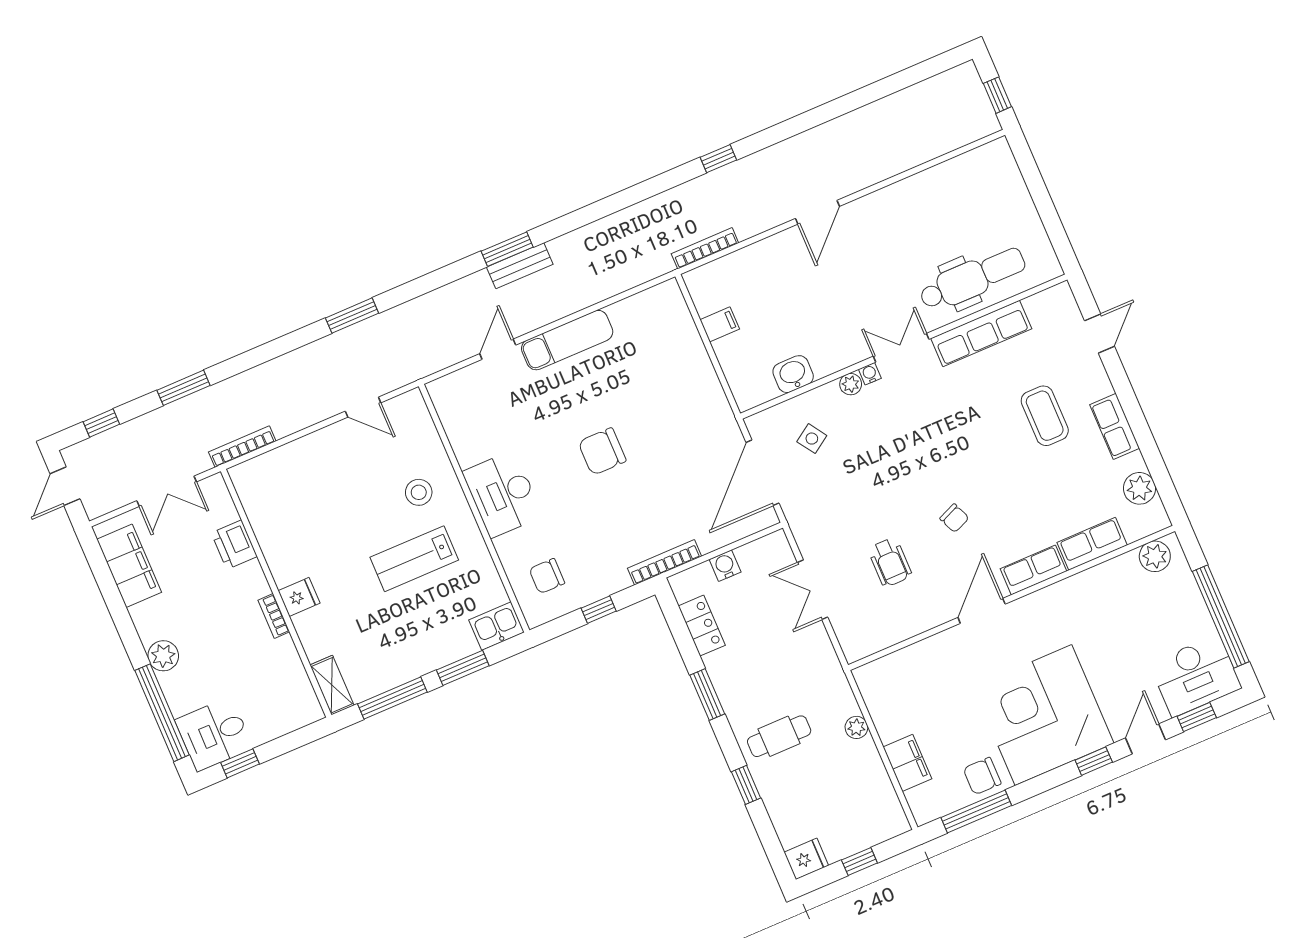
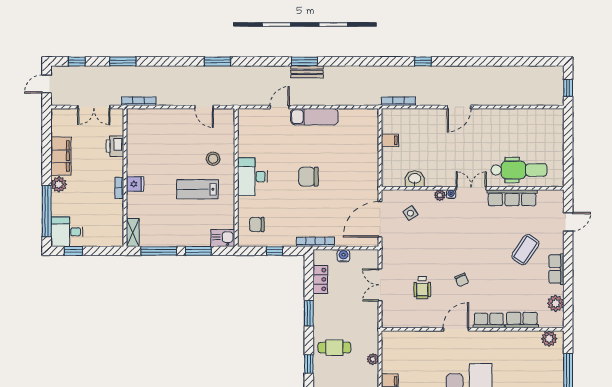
coffee table: (1045, 416) -> (525, 250), turned 34
filing cabinet: (129, 566) -> (61, 156), moved

